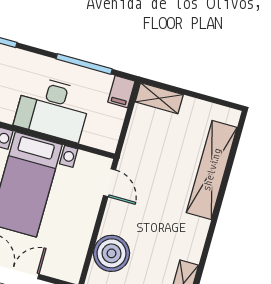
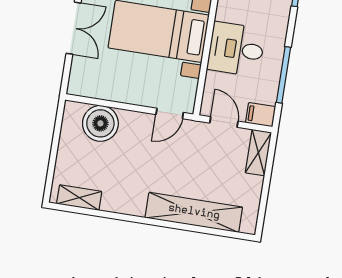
desk: (53, 109) -> (236, 49), width x0.73
door: (124, 129) -> (224, 122), added

